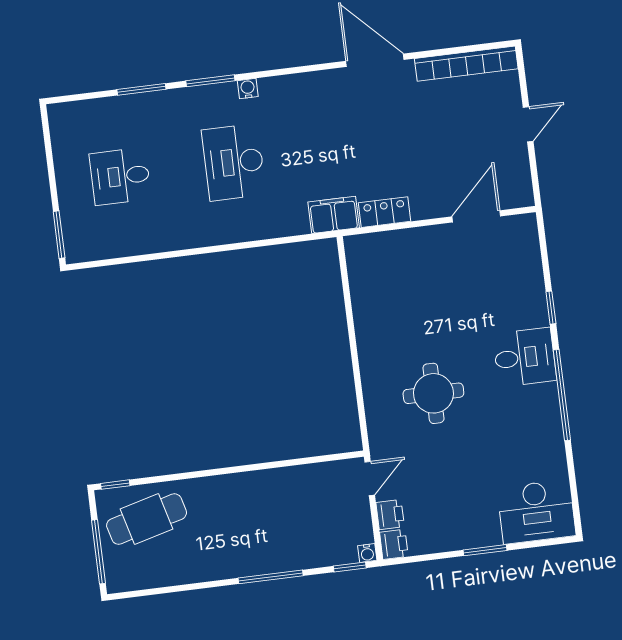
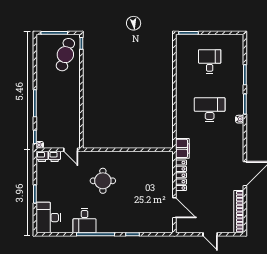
locker: (385, 212) -> (181, 175), width x1.53
desk: (525, 357) -> (85, 221), moved
cafe table: (147, 519) -> (65, 55), turned 32

